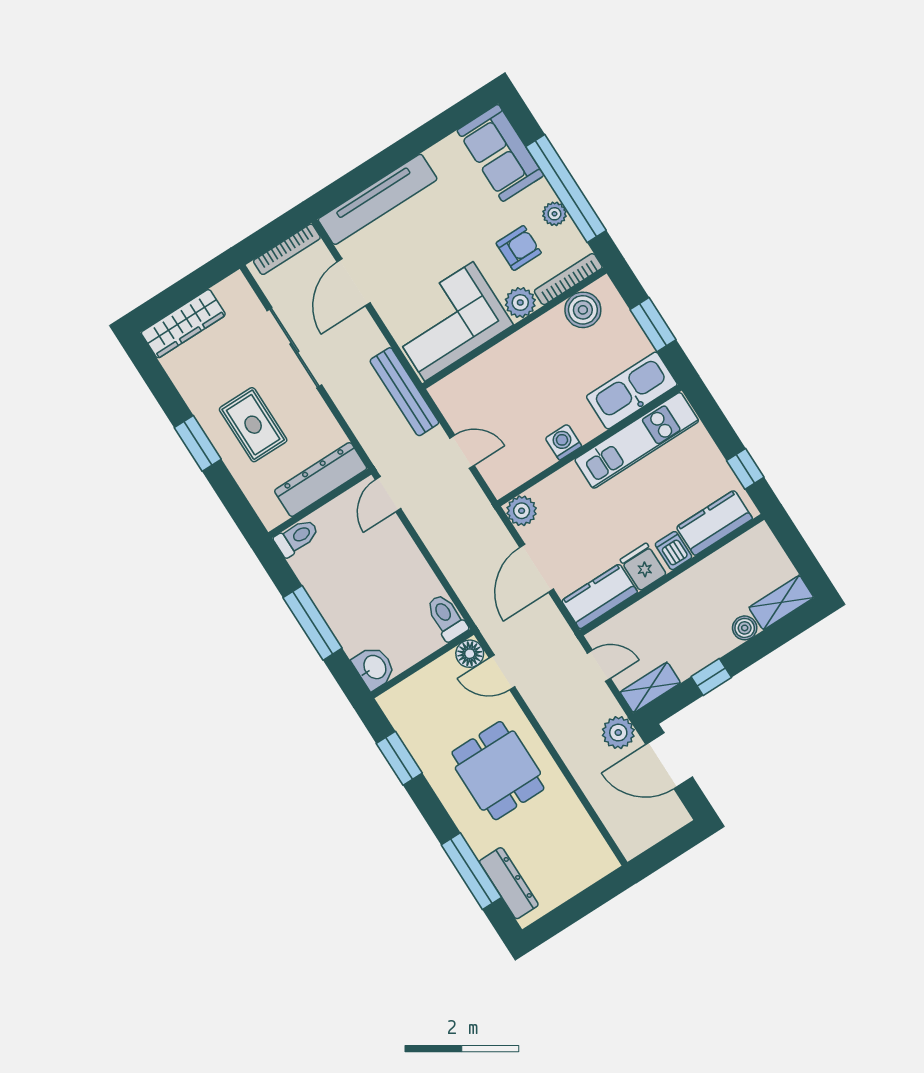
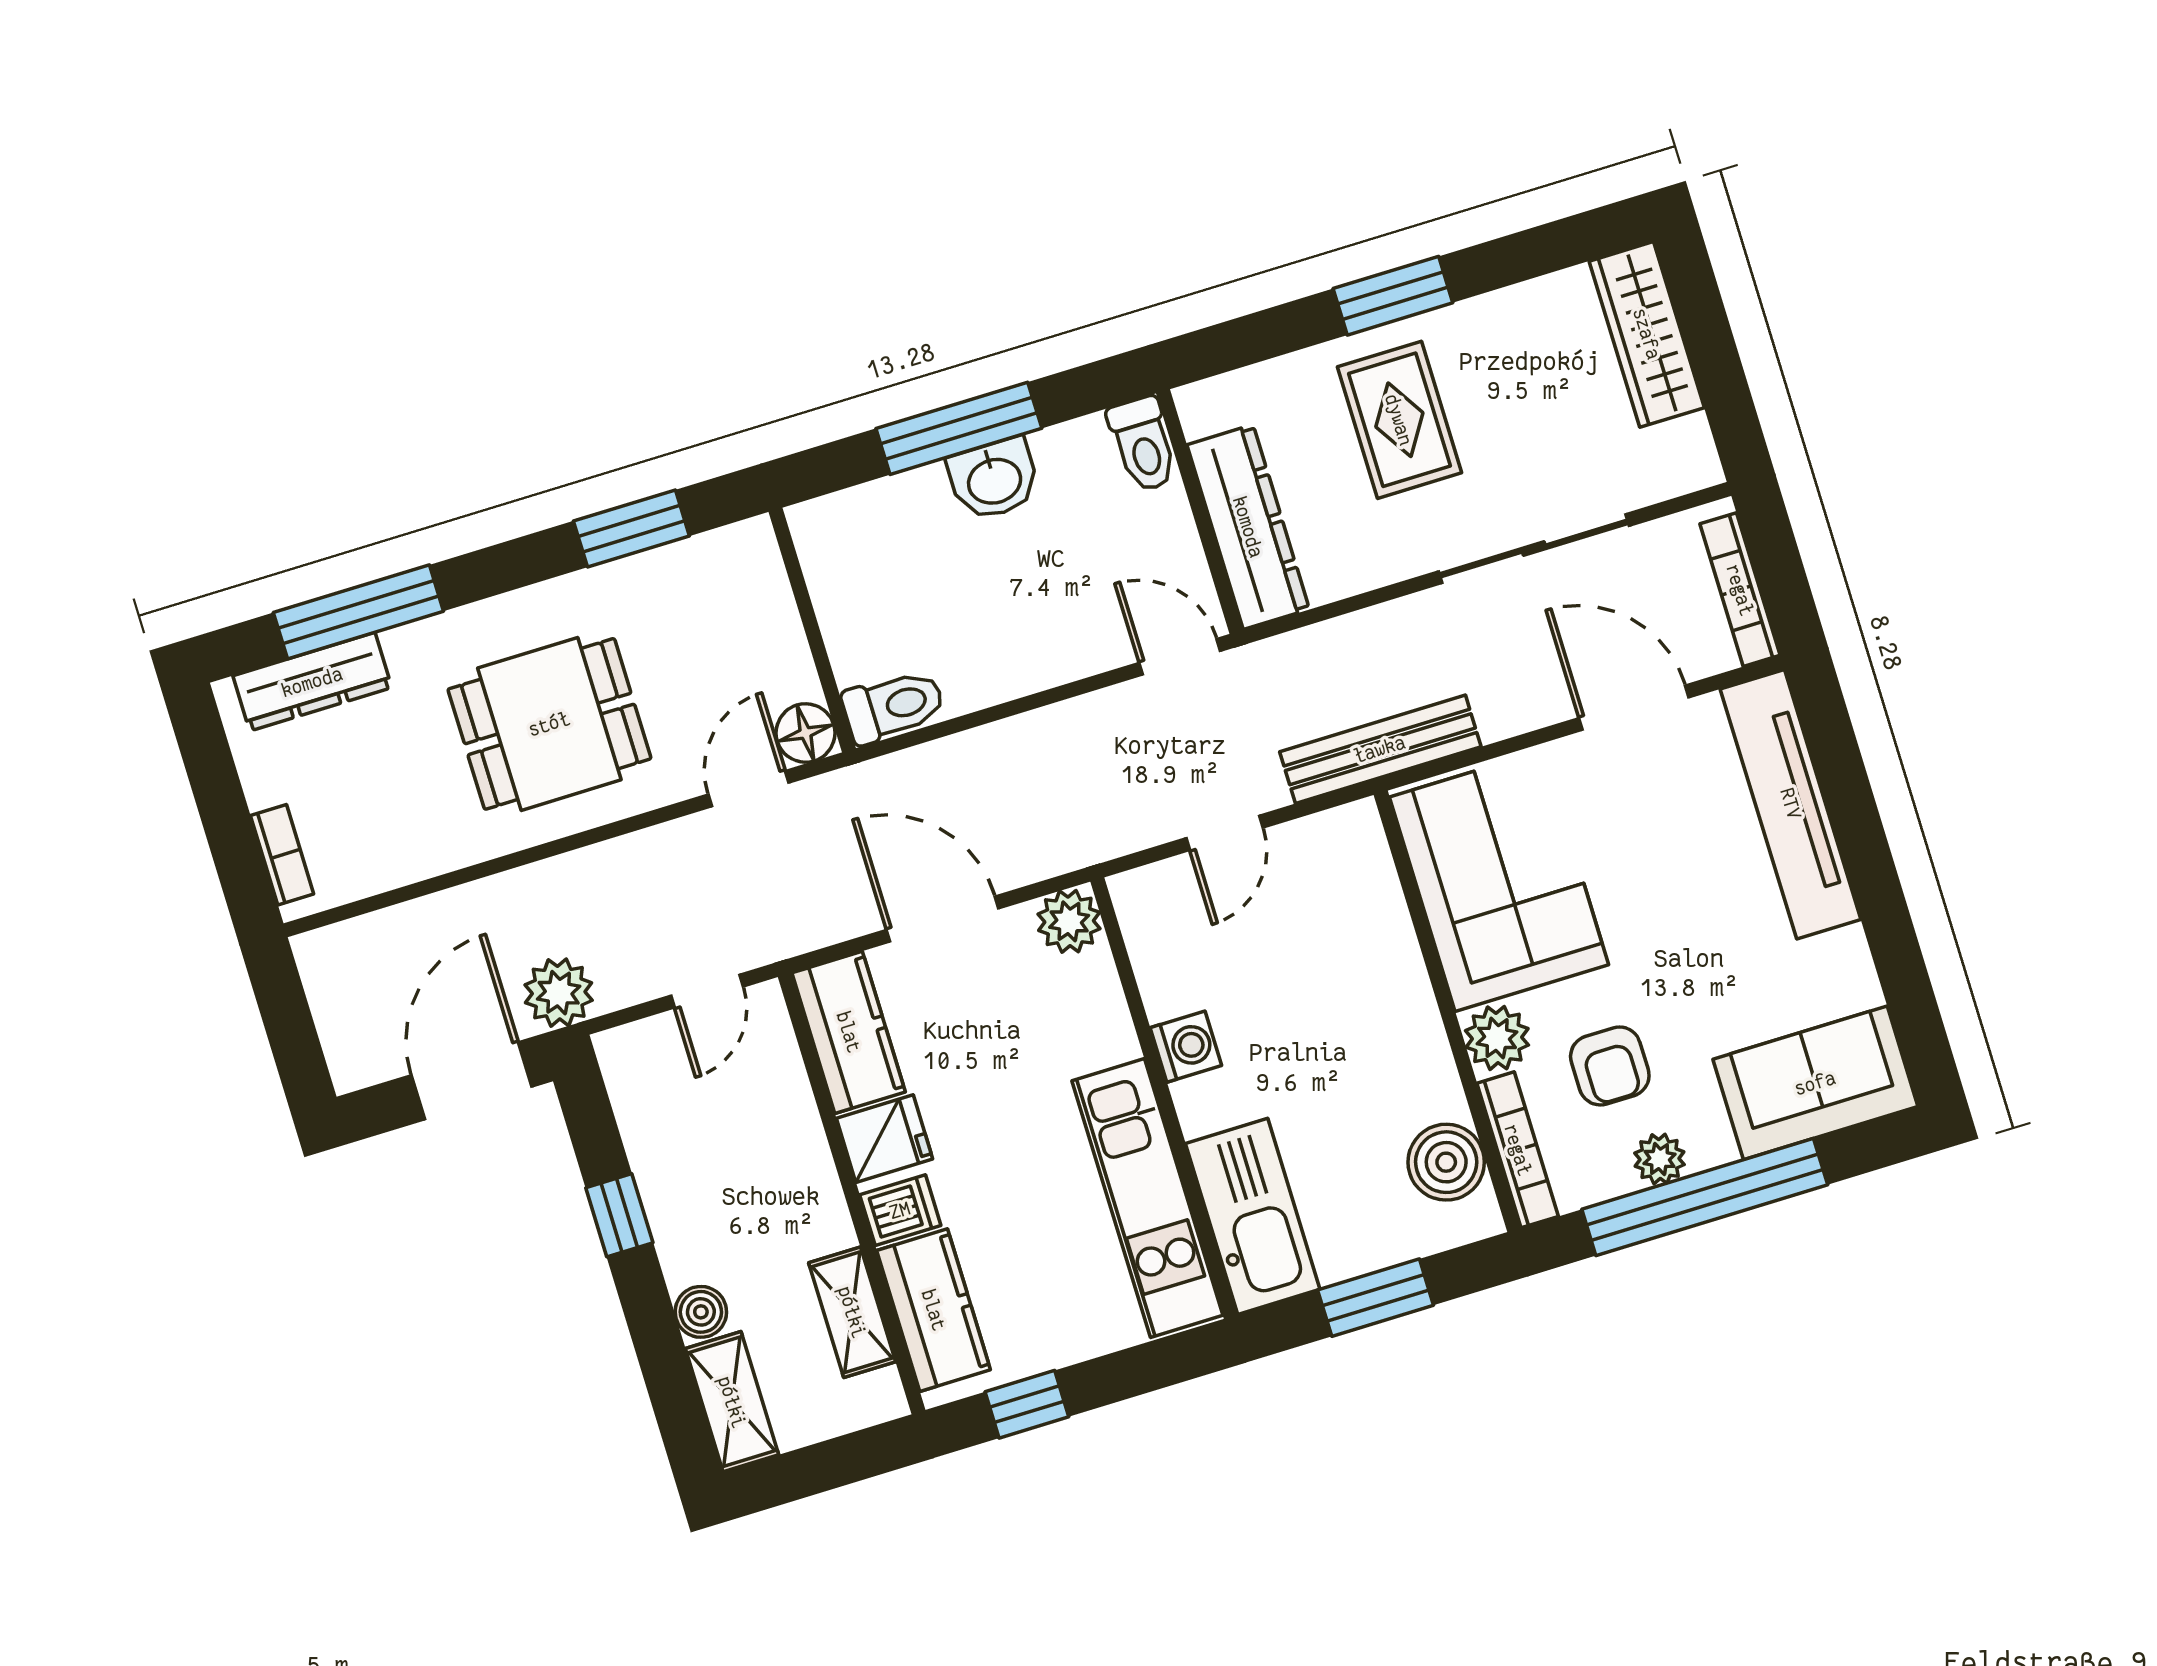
rug: (253, 425) -> (1399, 420), turned 90
washbasin: (374, 668) -> (994, 479), moved
shelving: (650, 687) -> (852, 1312), moved
bookcase: (591, 875) -> (282, 855), added

